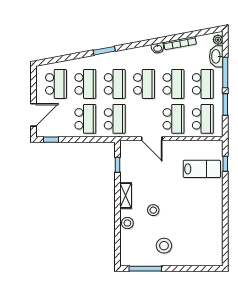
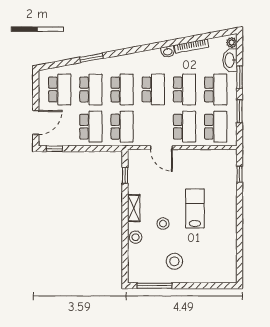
window: (104, 51) -> (91, 58), moved
window: (225, 72) -> (240, 77), width x0.69
lab bench: (202, 169) -> (195, 208), moved, turned -90

